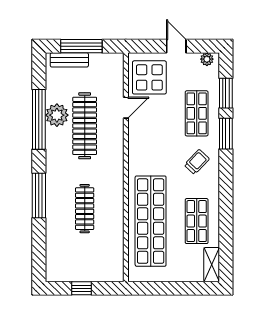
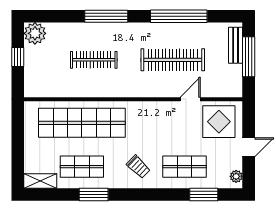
door: (126, 108) -> (190, 99), swing flipped
plant: (57, 115) -> (35, 33), moved
window: (226, 134) -> (94, 195), moved

